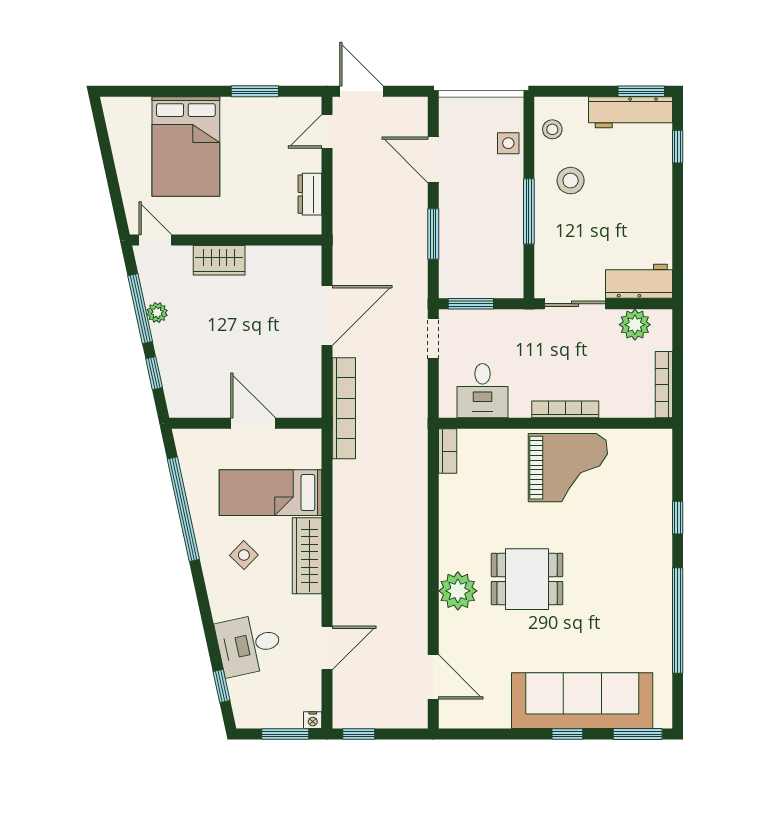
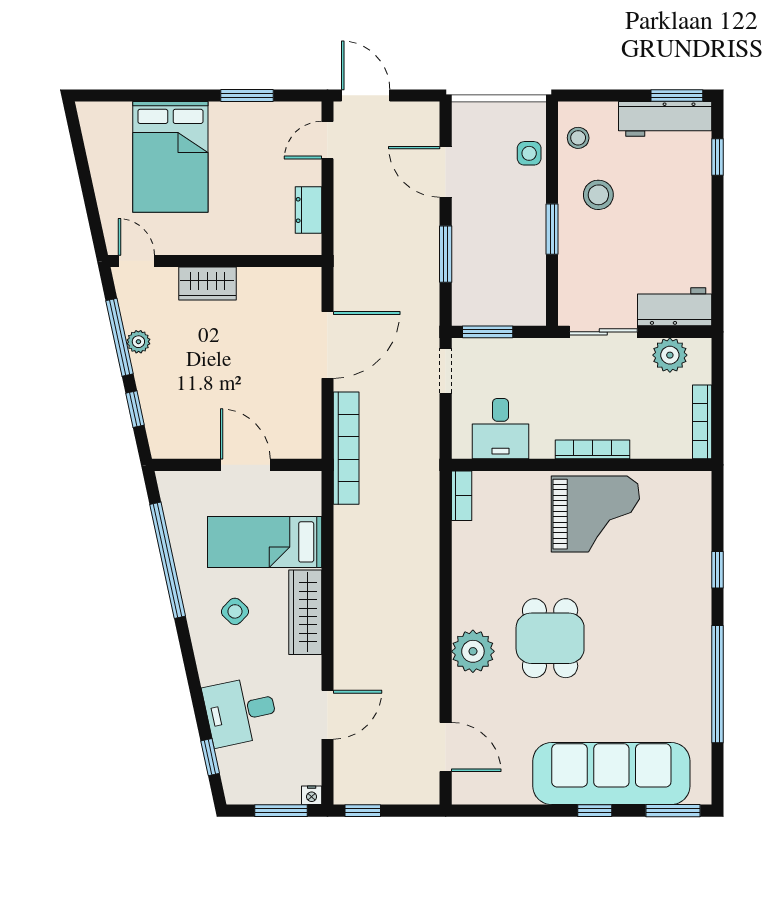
window: (529, 211) -> (552, 229), width x0.69
dining table: (527, 579) -> (550, 638), turned 90

